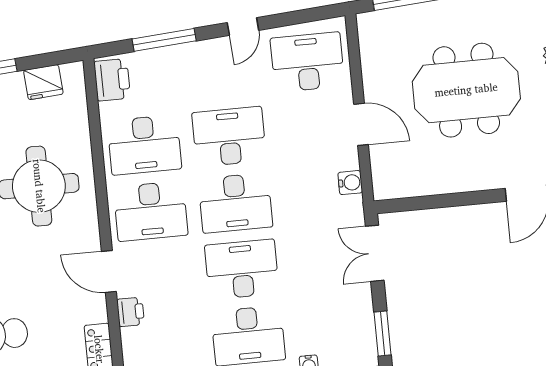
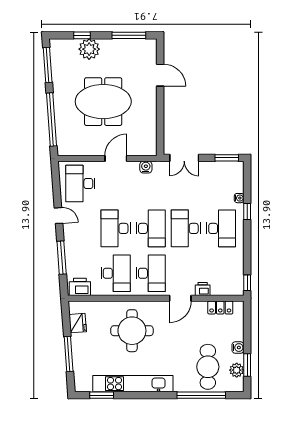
meeting table: (466, 90) -> (103, 102), turned 90

